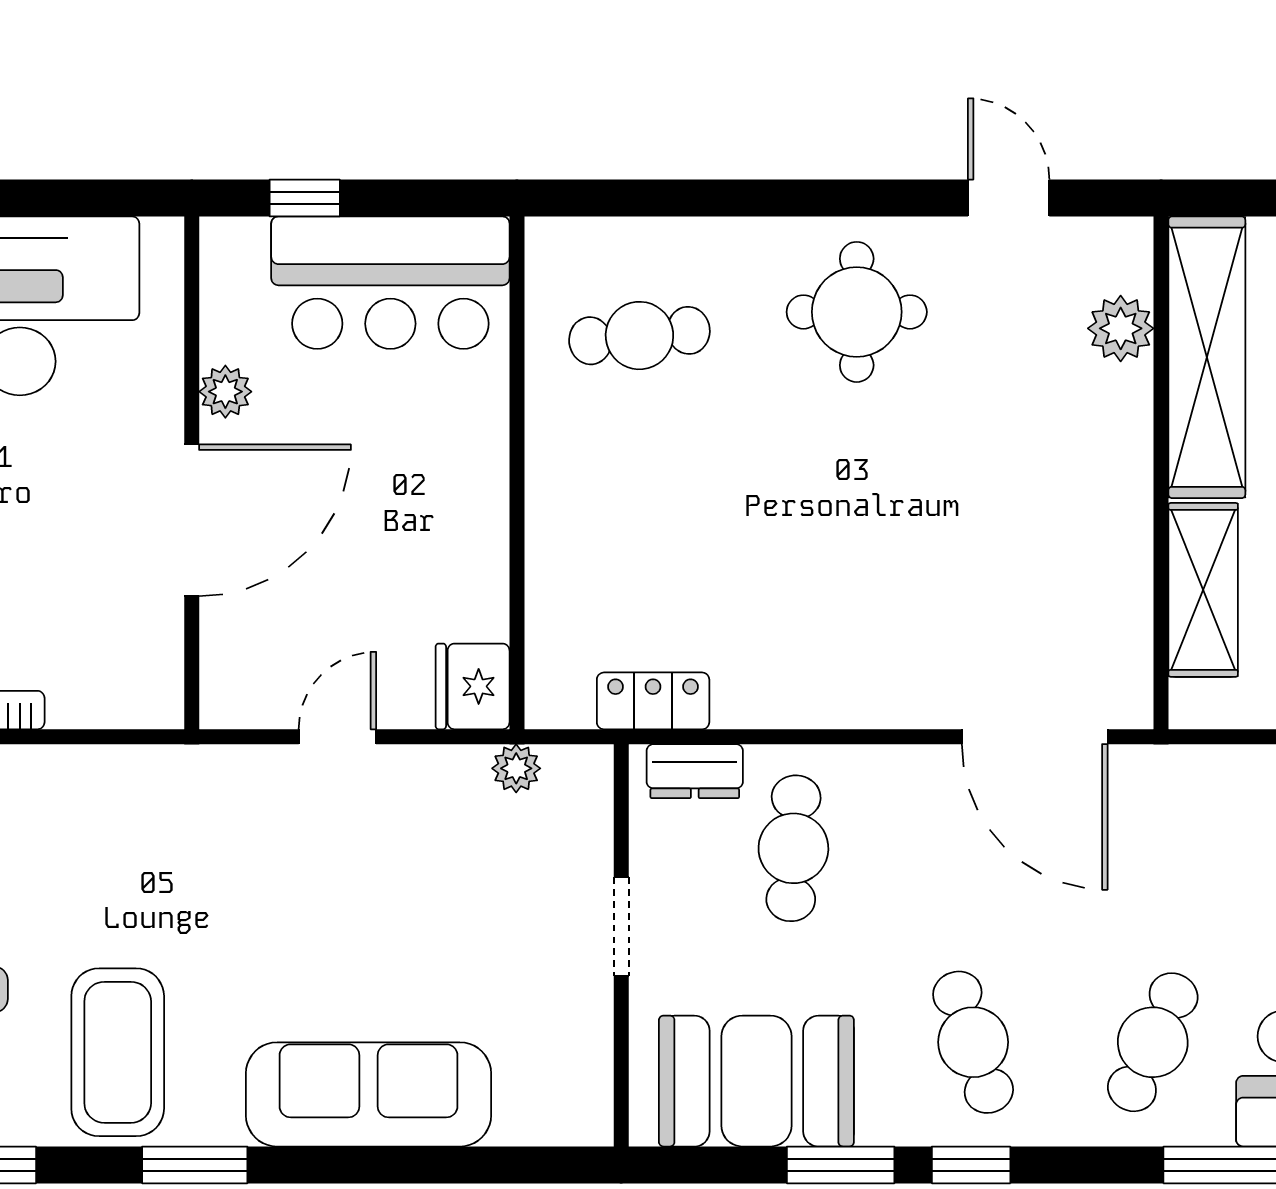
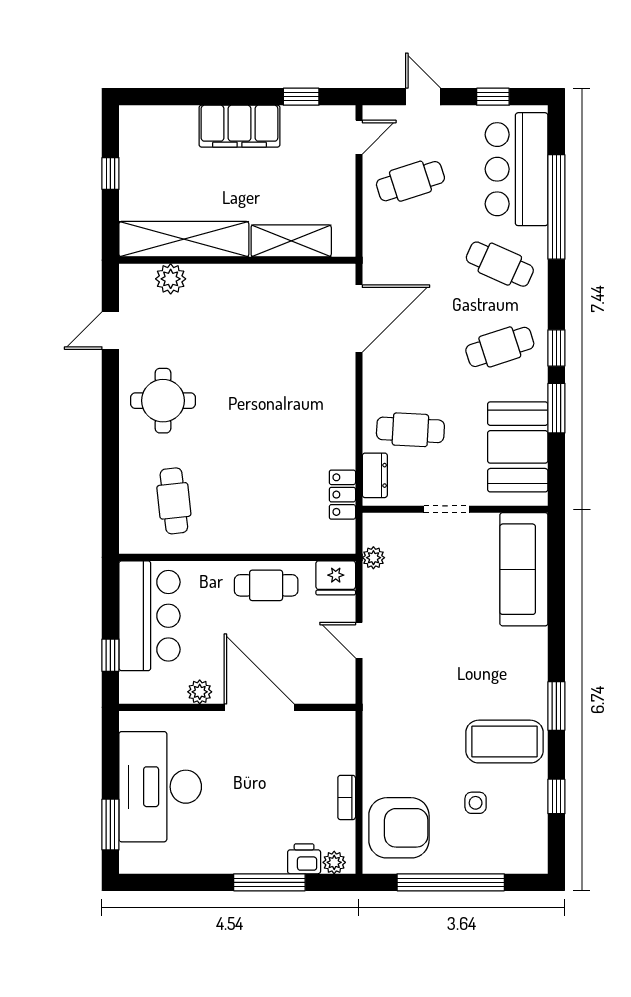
cafe table: (456, 535) -> (266, 585), added
sofa: (368, 1094) -> (524, 569), moved

